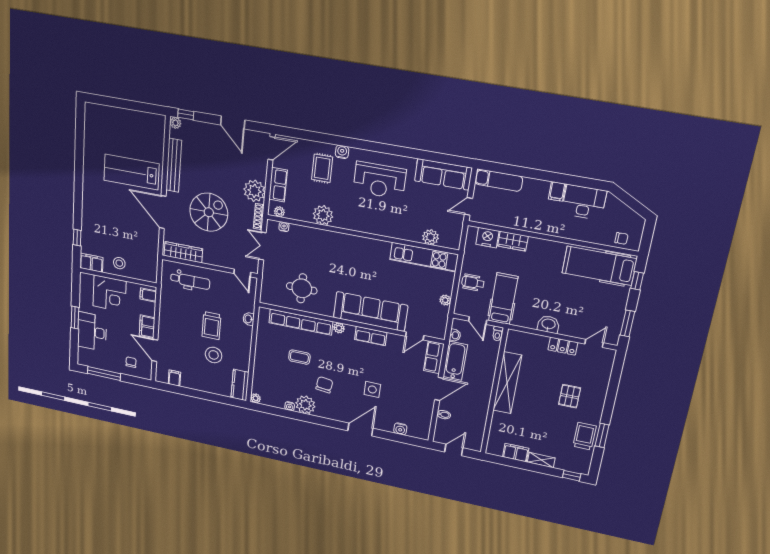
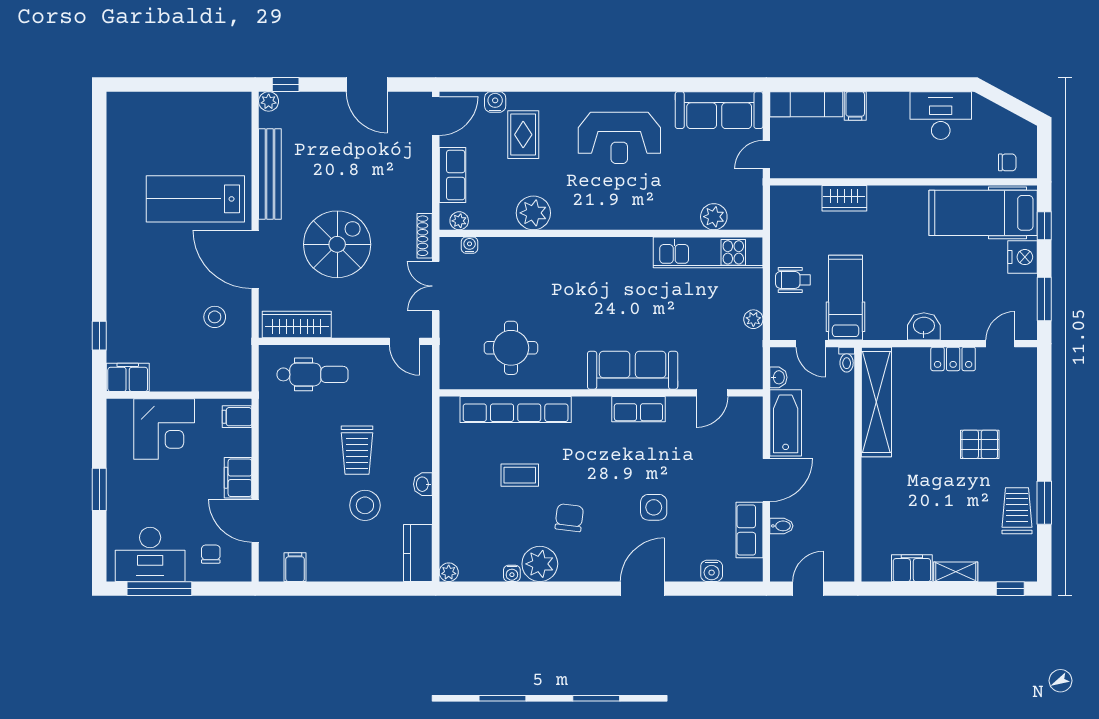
water cooler: (342, 152) -> (495, 102), moved
plant: (254, 191) -> (413, 193), removed
filing cabinet: (557, 191) -> (855, 106), moved
nightstand: (487, 238) -> (1023, 257), moved, turned 90
stool: (119, 263) -> (215, 317), moved
sofa: (370, 311) -> (633, 370), width x0.74, depth x0.79
washbasin: (249, 319) -> (423, 484), moved
plant: (339, 328) -> (583, 406), removed
desk: (92, 332) -> (150, 554), moved, turned -90
row of seats: (434, 357) -> (749, 530), moved
shelving: (507, 383) -> (876, 402), moved
pallet: (570, 396) -> (980, 444), turned 90

